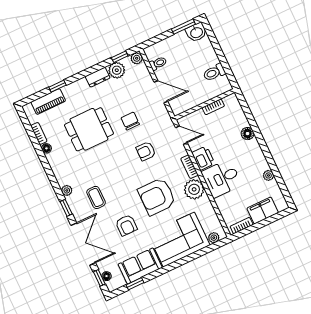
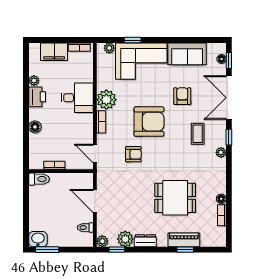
toilet: (214, 72) -> (39, 179), moved
piano: (48, 102) -> (184, 240), moved
chair: (130, 121) -> (135, 188), removed
printer: (203, 158) -> (37, 97), moved, turned 180
armchair: (157, 197) -> (149, 122), moved
window: (135, 284) -> (133, 40), moved

